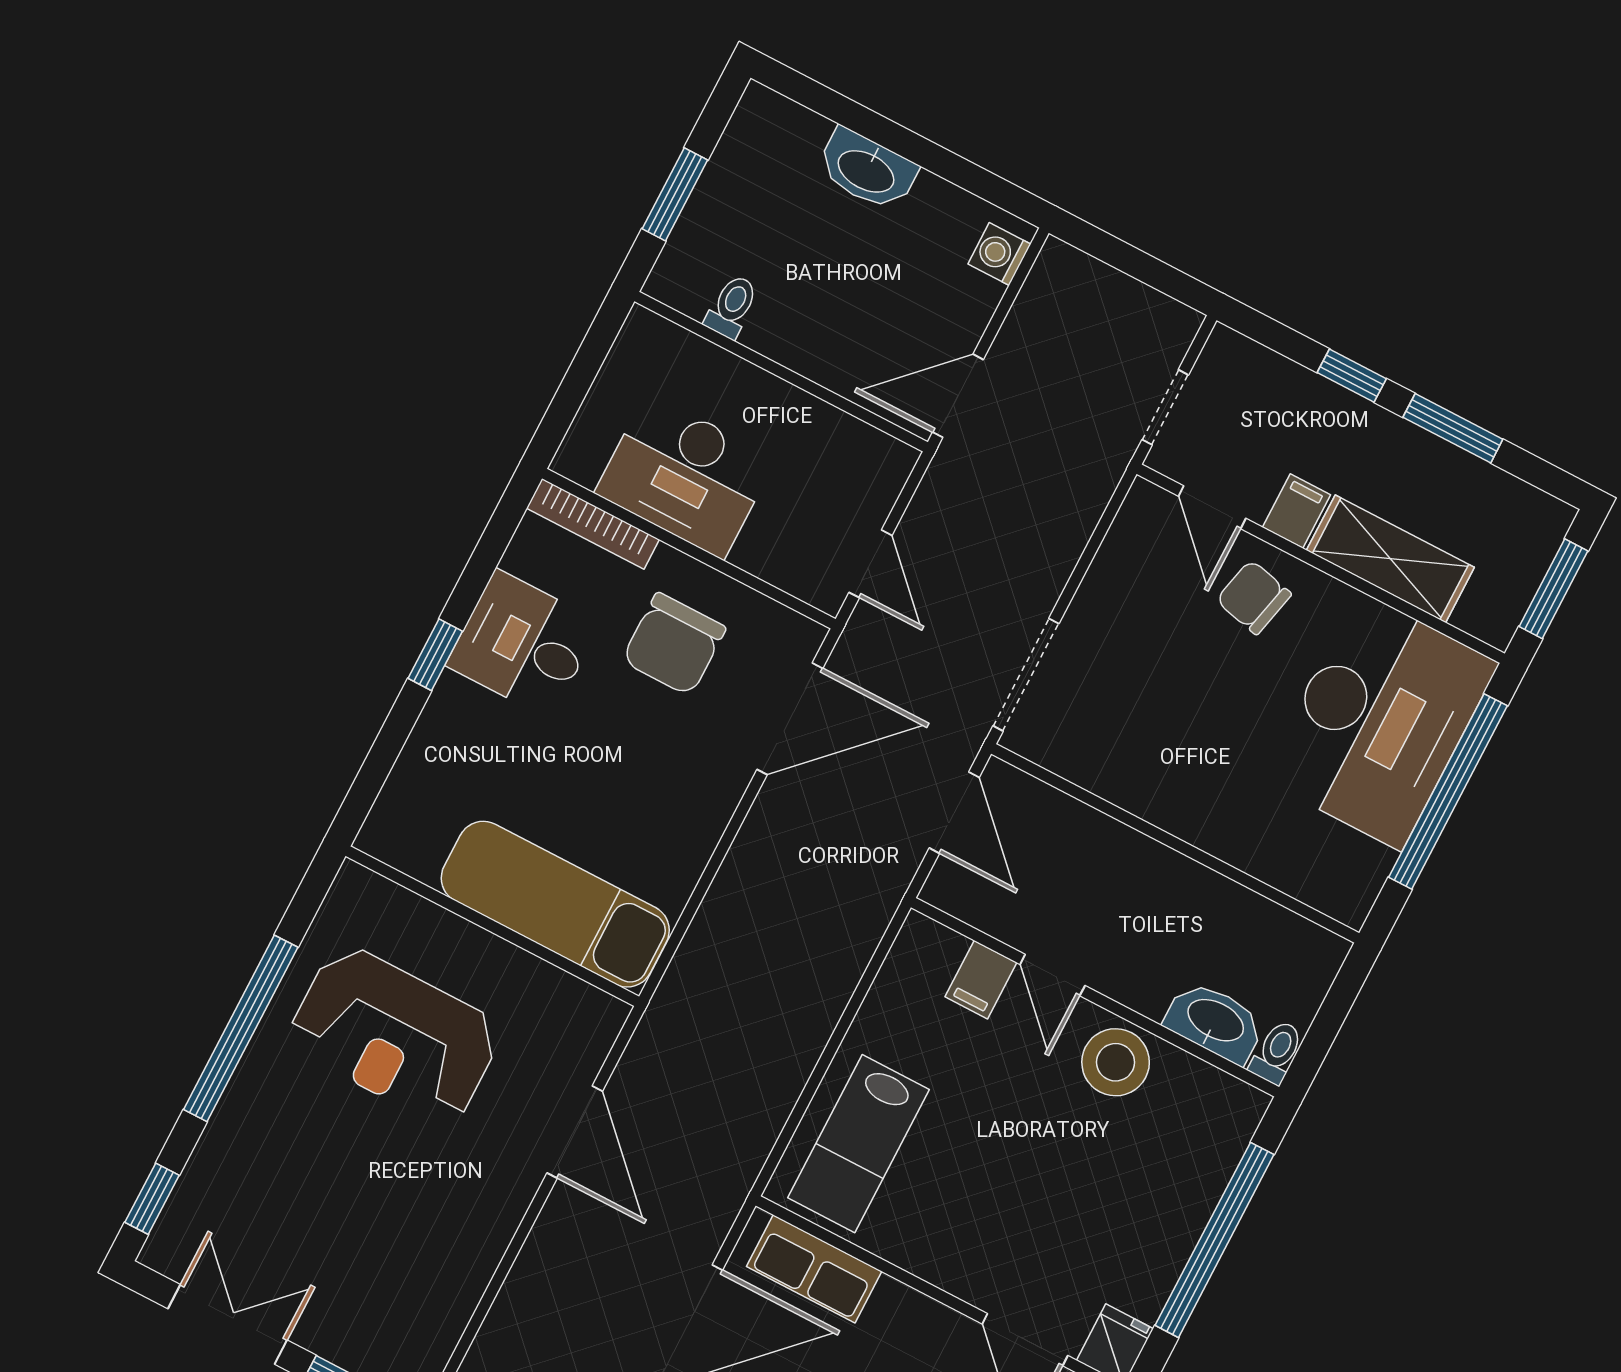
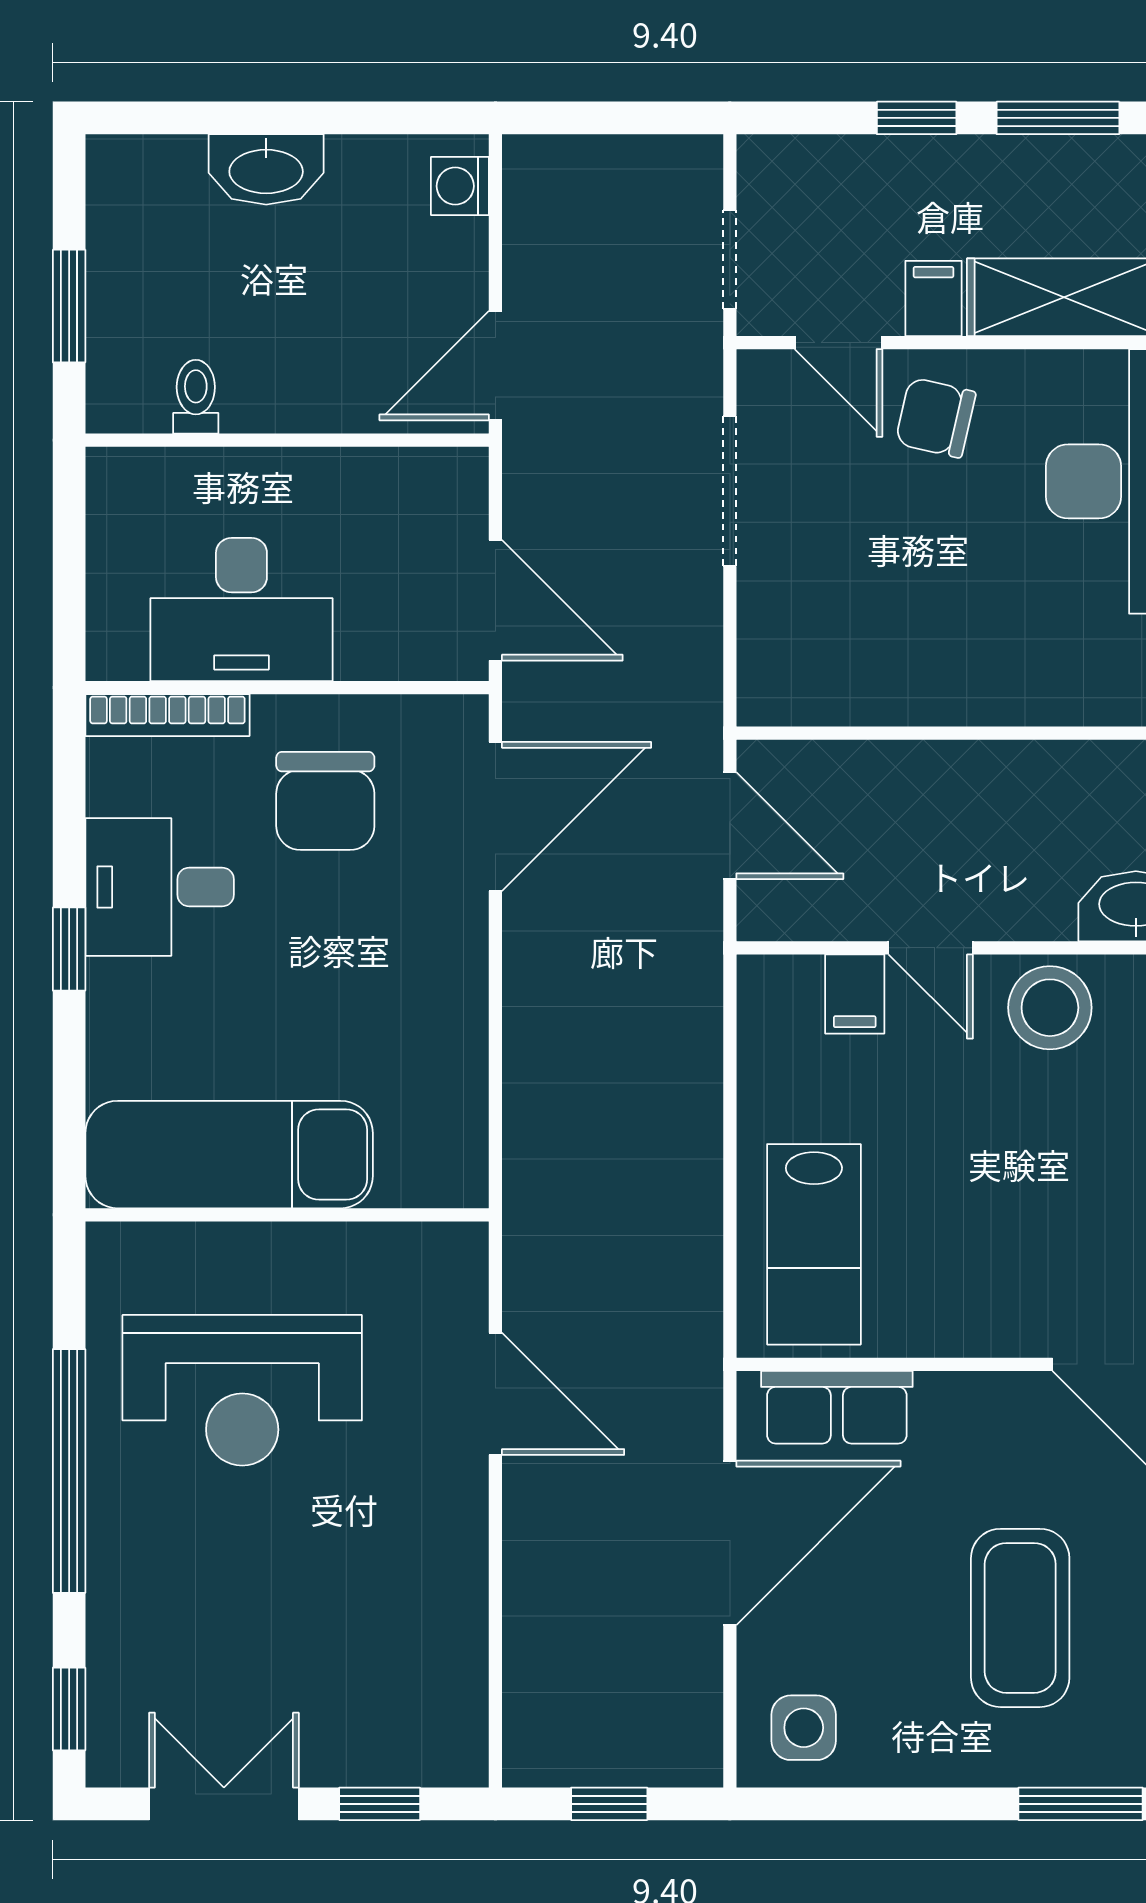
door: (870, 564) -> (495, 600), width x1.38
doorway: (1026, 675) -> (730, 491), moved
exam couch: (555, 904) -> (229, 1155), moved

